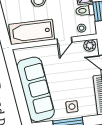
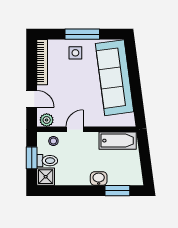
bathtub: (32, 32) -> (118, 141), width x0.73, depth x0.73

